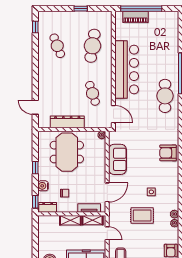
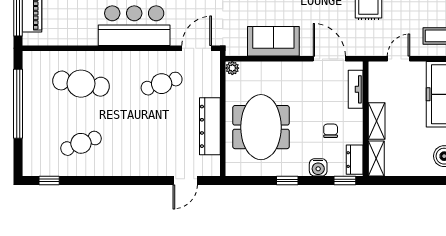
window: (81, 9) -> (18, 104), width x3.17
bar counter: (127, 69) -> (134, 26), width x0.73
meeting table: (67, 152) -> (261, 127), turned 90
shelving: (92, 220) -> (376, 158), moved

